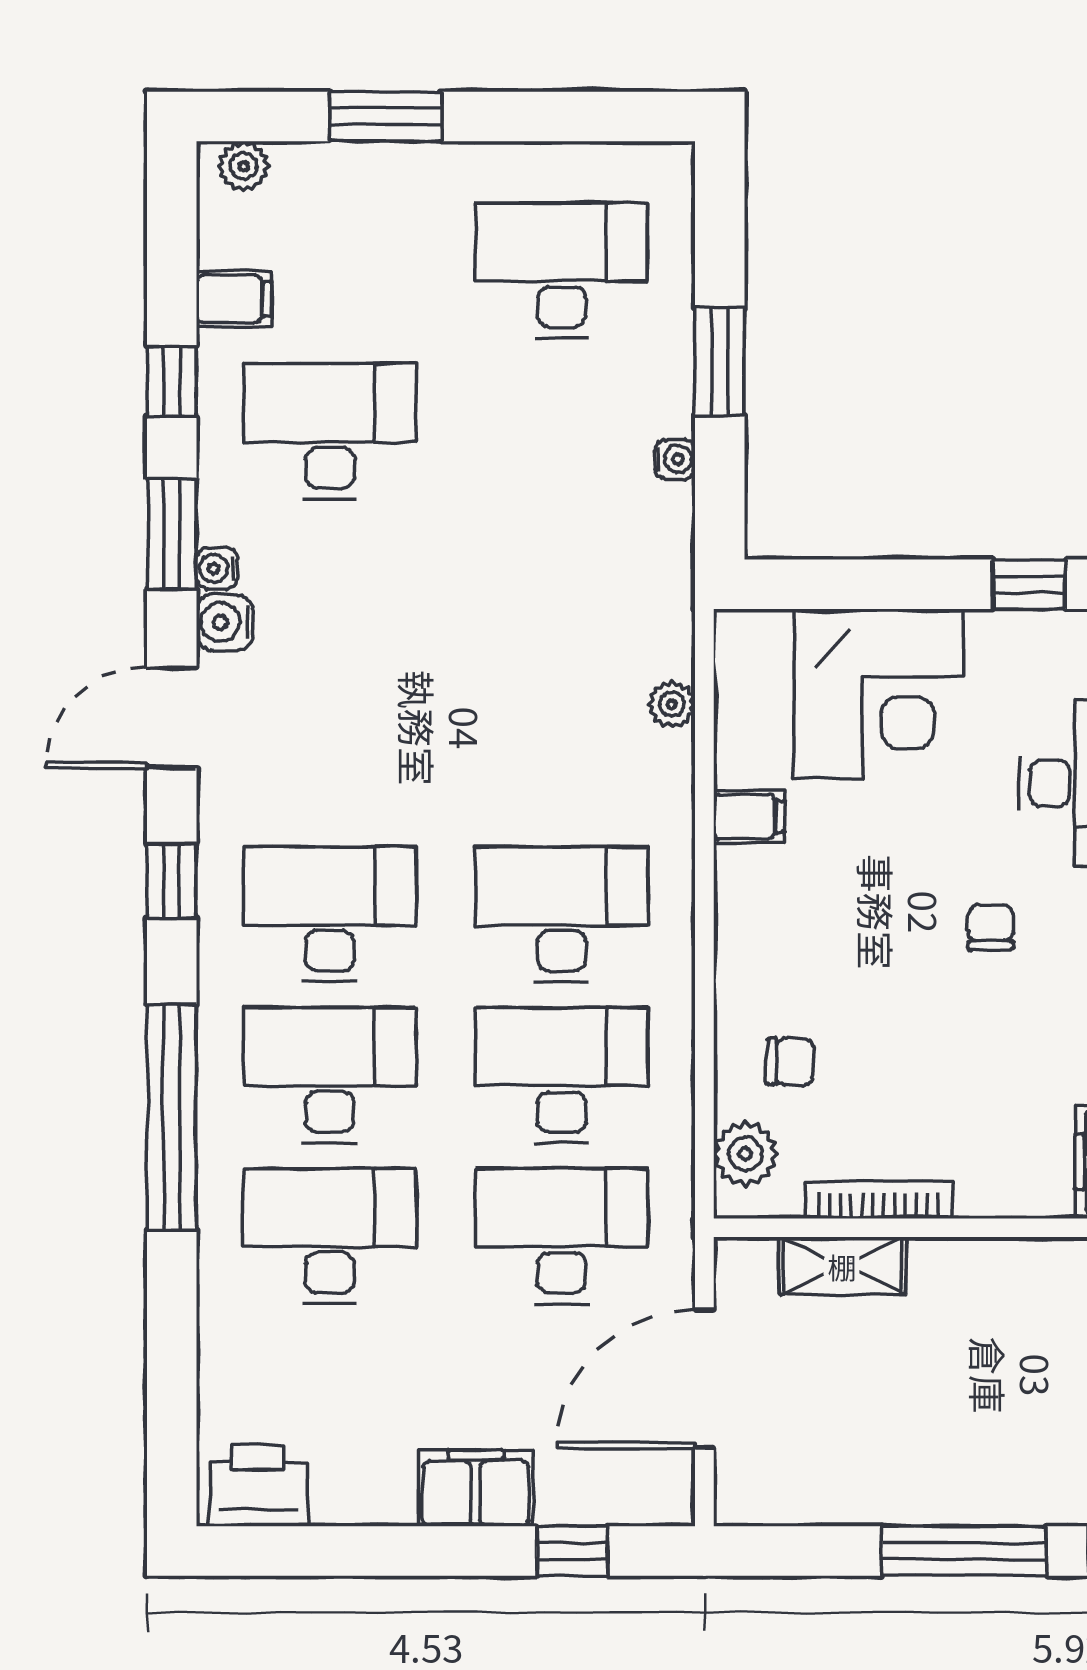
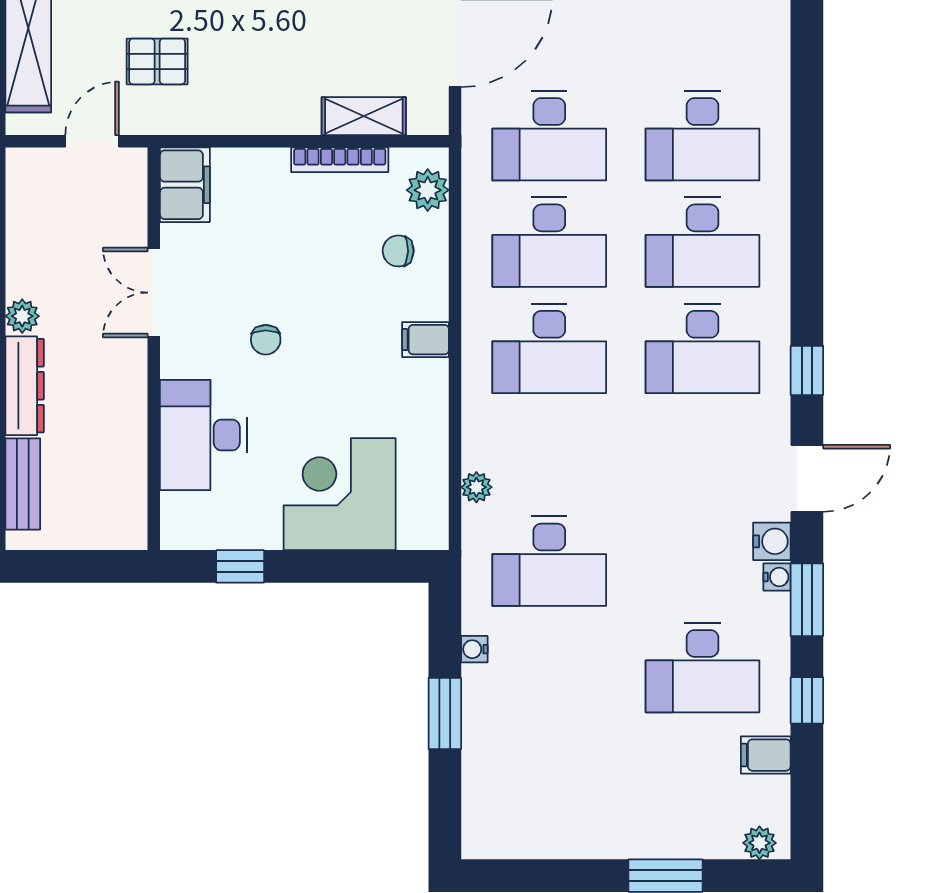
desk: (562, 270) -> (549, 561), moved
filing cabinet: (749, 817) -> (425, 340), moved
window: (172, 1118) -> (807, 214), removed

